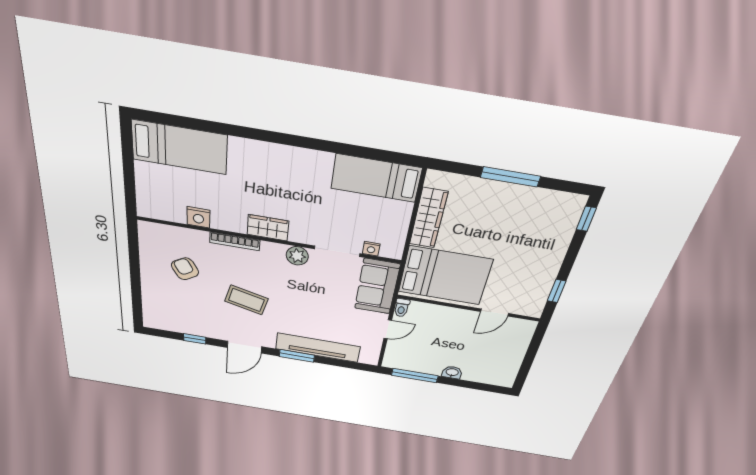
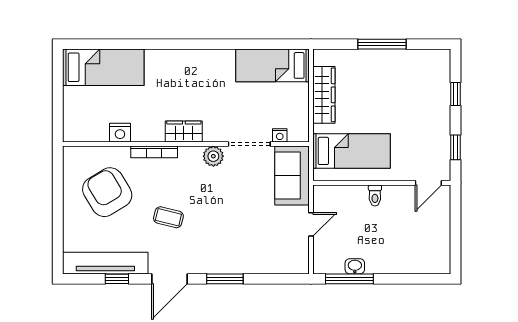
window: (586, 219) -> (455, 94), moved
armchair: (185, 269) -> (107, 192), width x1.88, depth x1.88
bed: (445, 276) -> (351, 151), width x0.67
coffee table: (246, 300) -> (168, 217), width x0.73, depth x0.77
toilet: (402, 308) -> (375, 195), moved
door: (495, 312) -> (428, 183), moved
tv unit: (318, 348) -> (105, 263), moved
washbasin: (452, 372) -> (355, 266), moved

